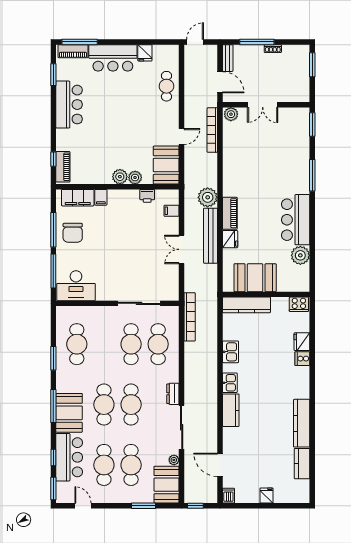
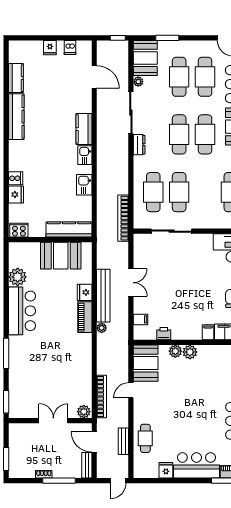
bench: (189, 83) -> (123, 441), added
plant: (208, 197) -> (102, 328), width x0.53, depth x0.53
dishwasher: (228, 496) -> (70, 48), moved

